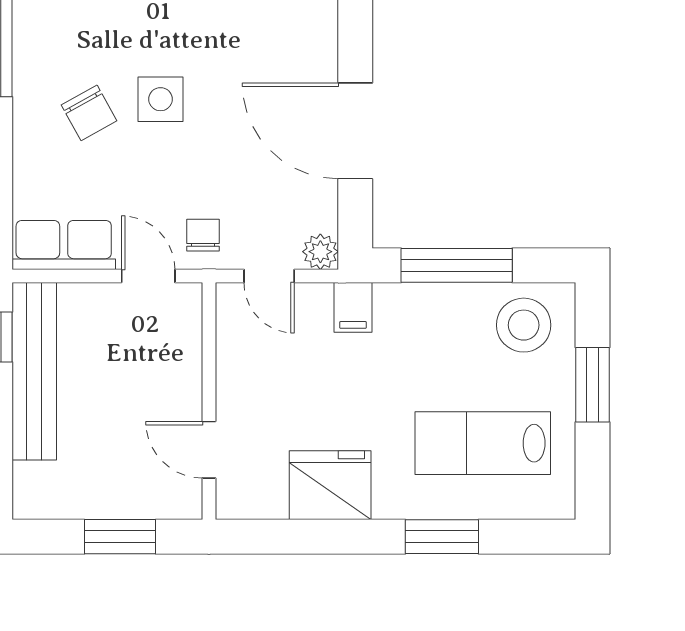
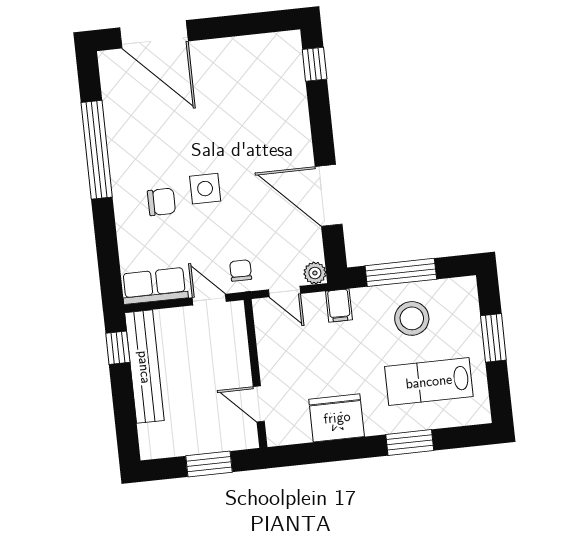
chair: (89, 113) -> (161, 202), turned -61
stool: (524, 325) -> (412, 318), moved

